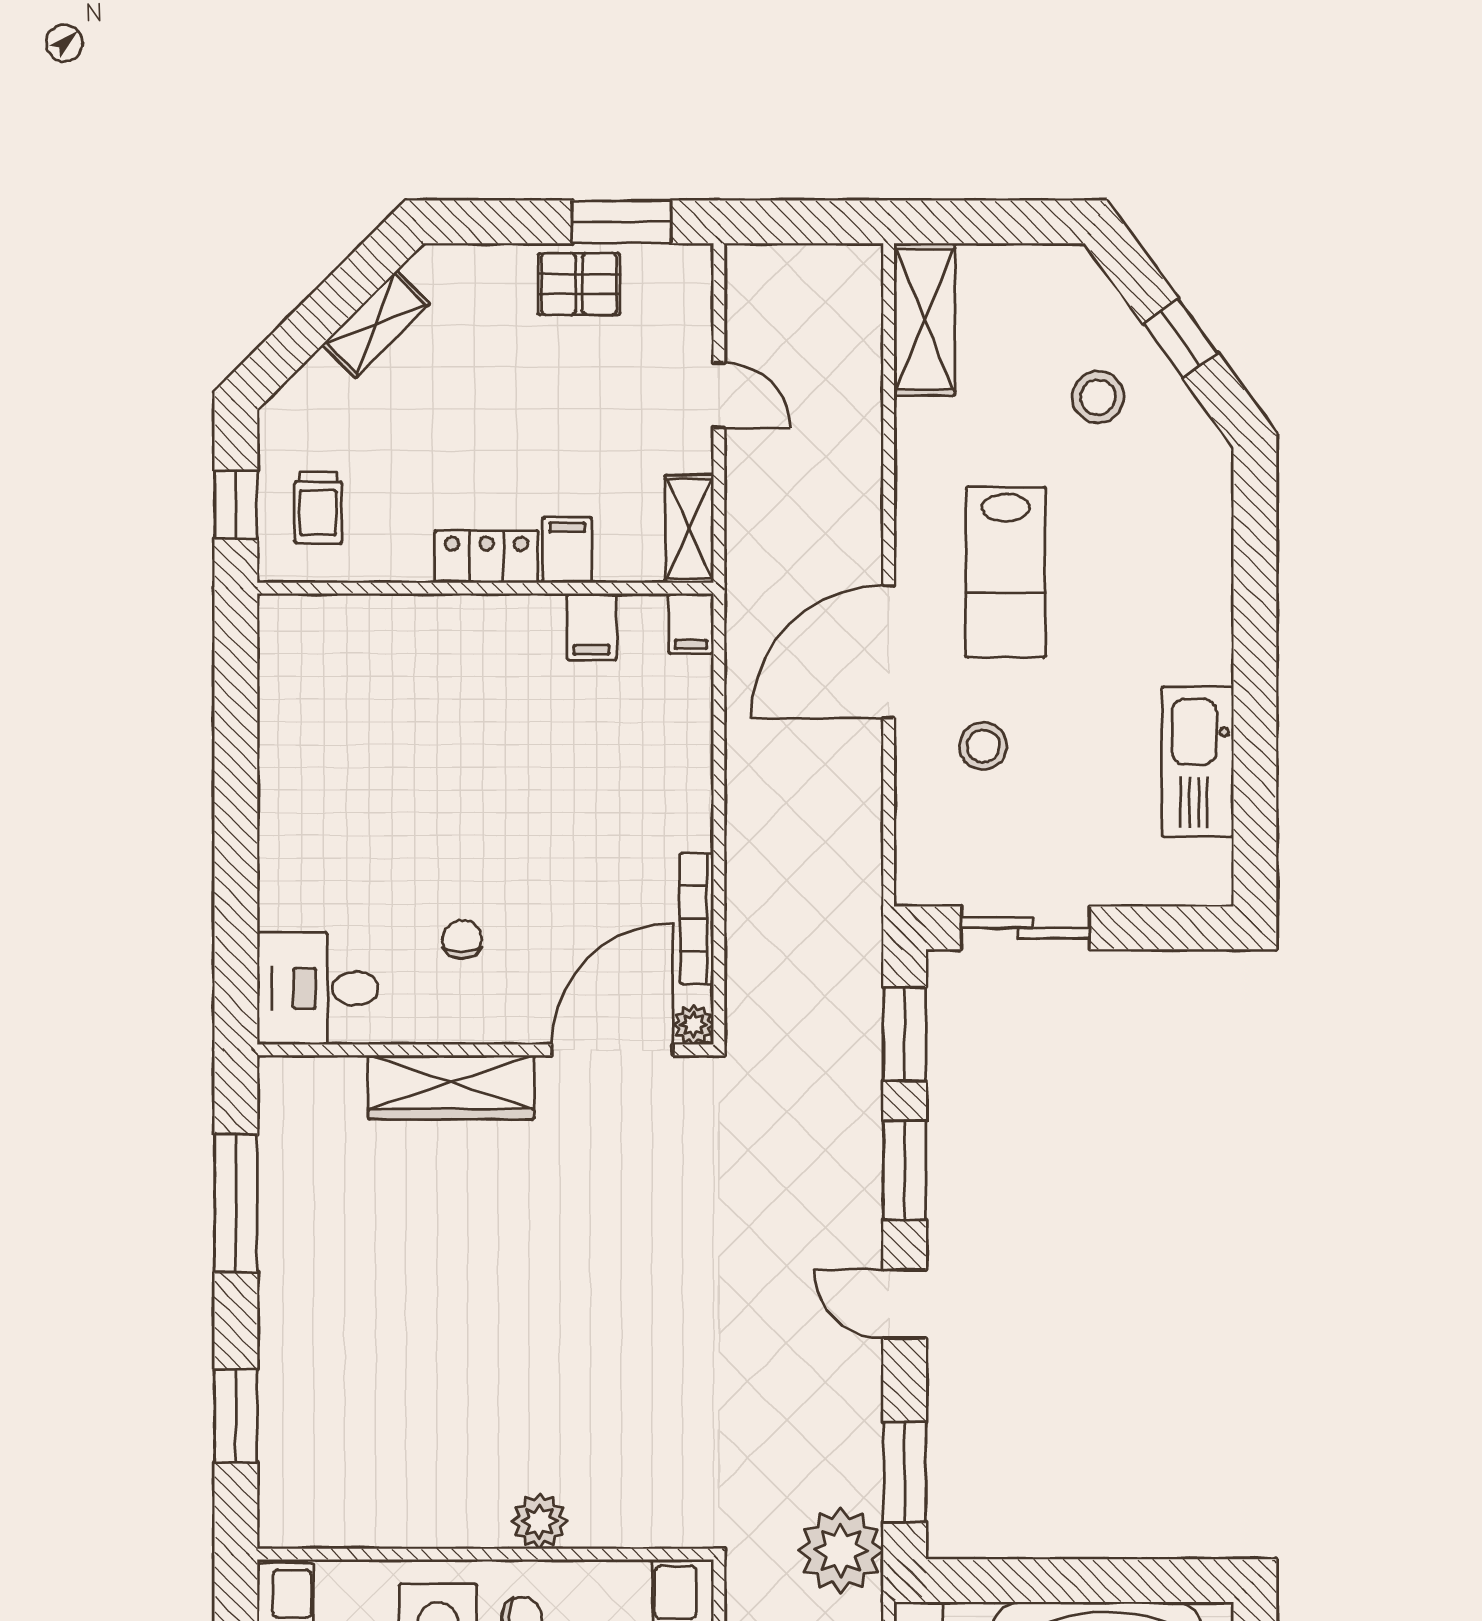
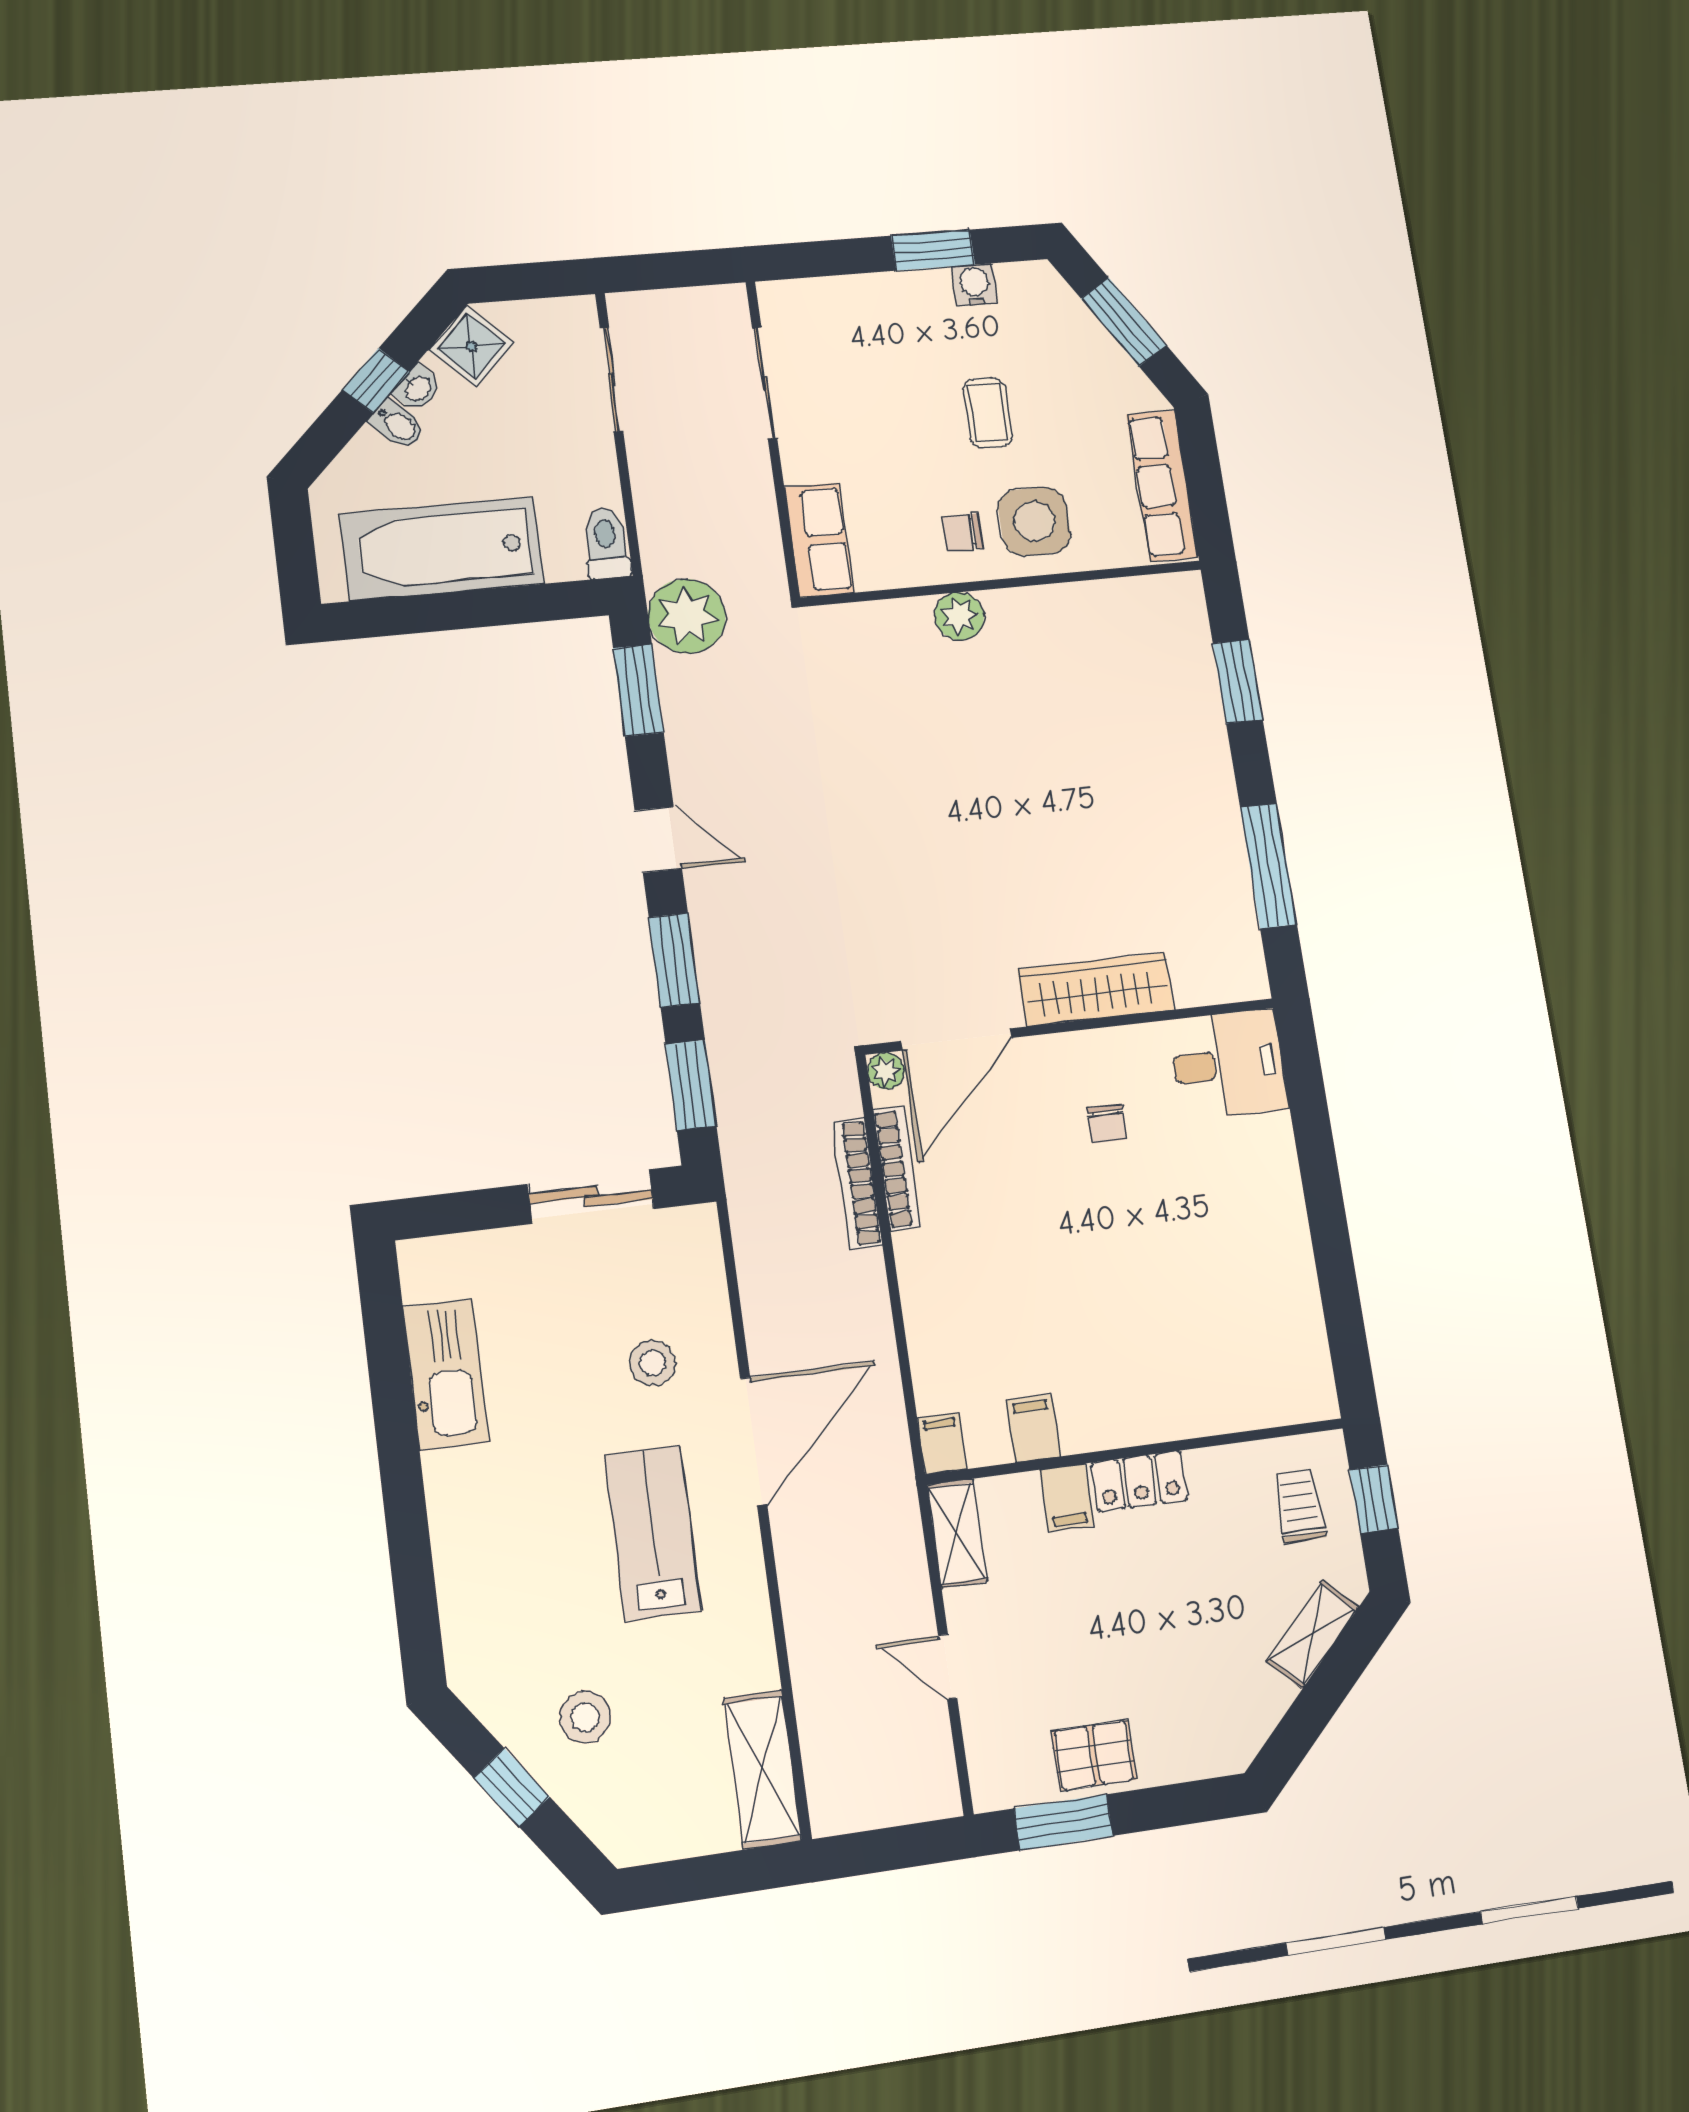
shelving: (376, 324) -> (1313, 1634), moved
bookcase: (742, 908) -> (857, 1184), added

